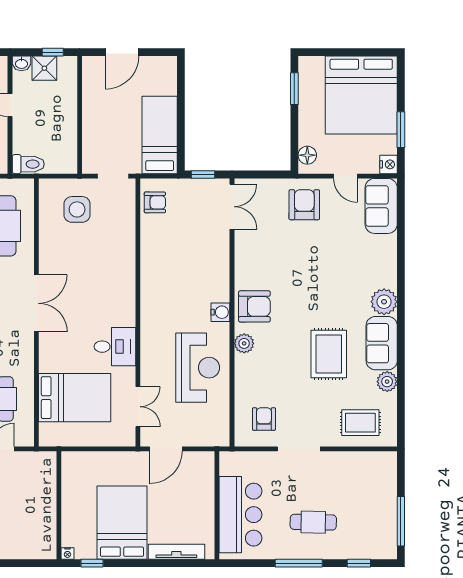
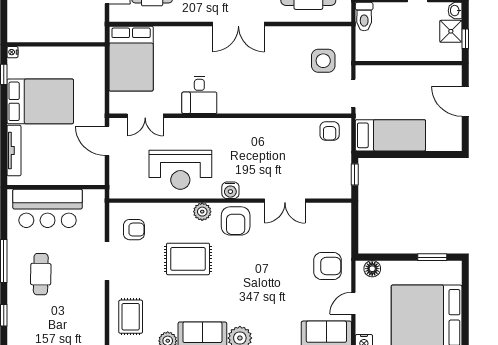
double door: (232, 207) -> (285, 201), moved
rug: (329, 354) -> (188, 259), moved
bed: (75, 398) -> (131, 59), moved

